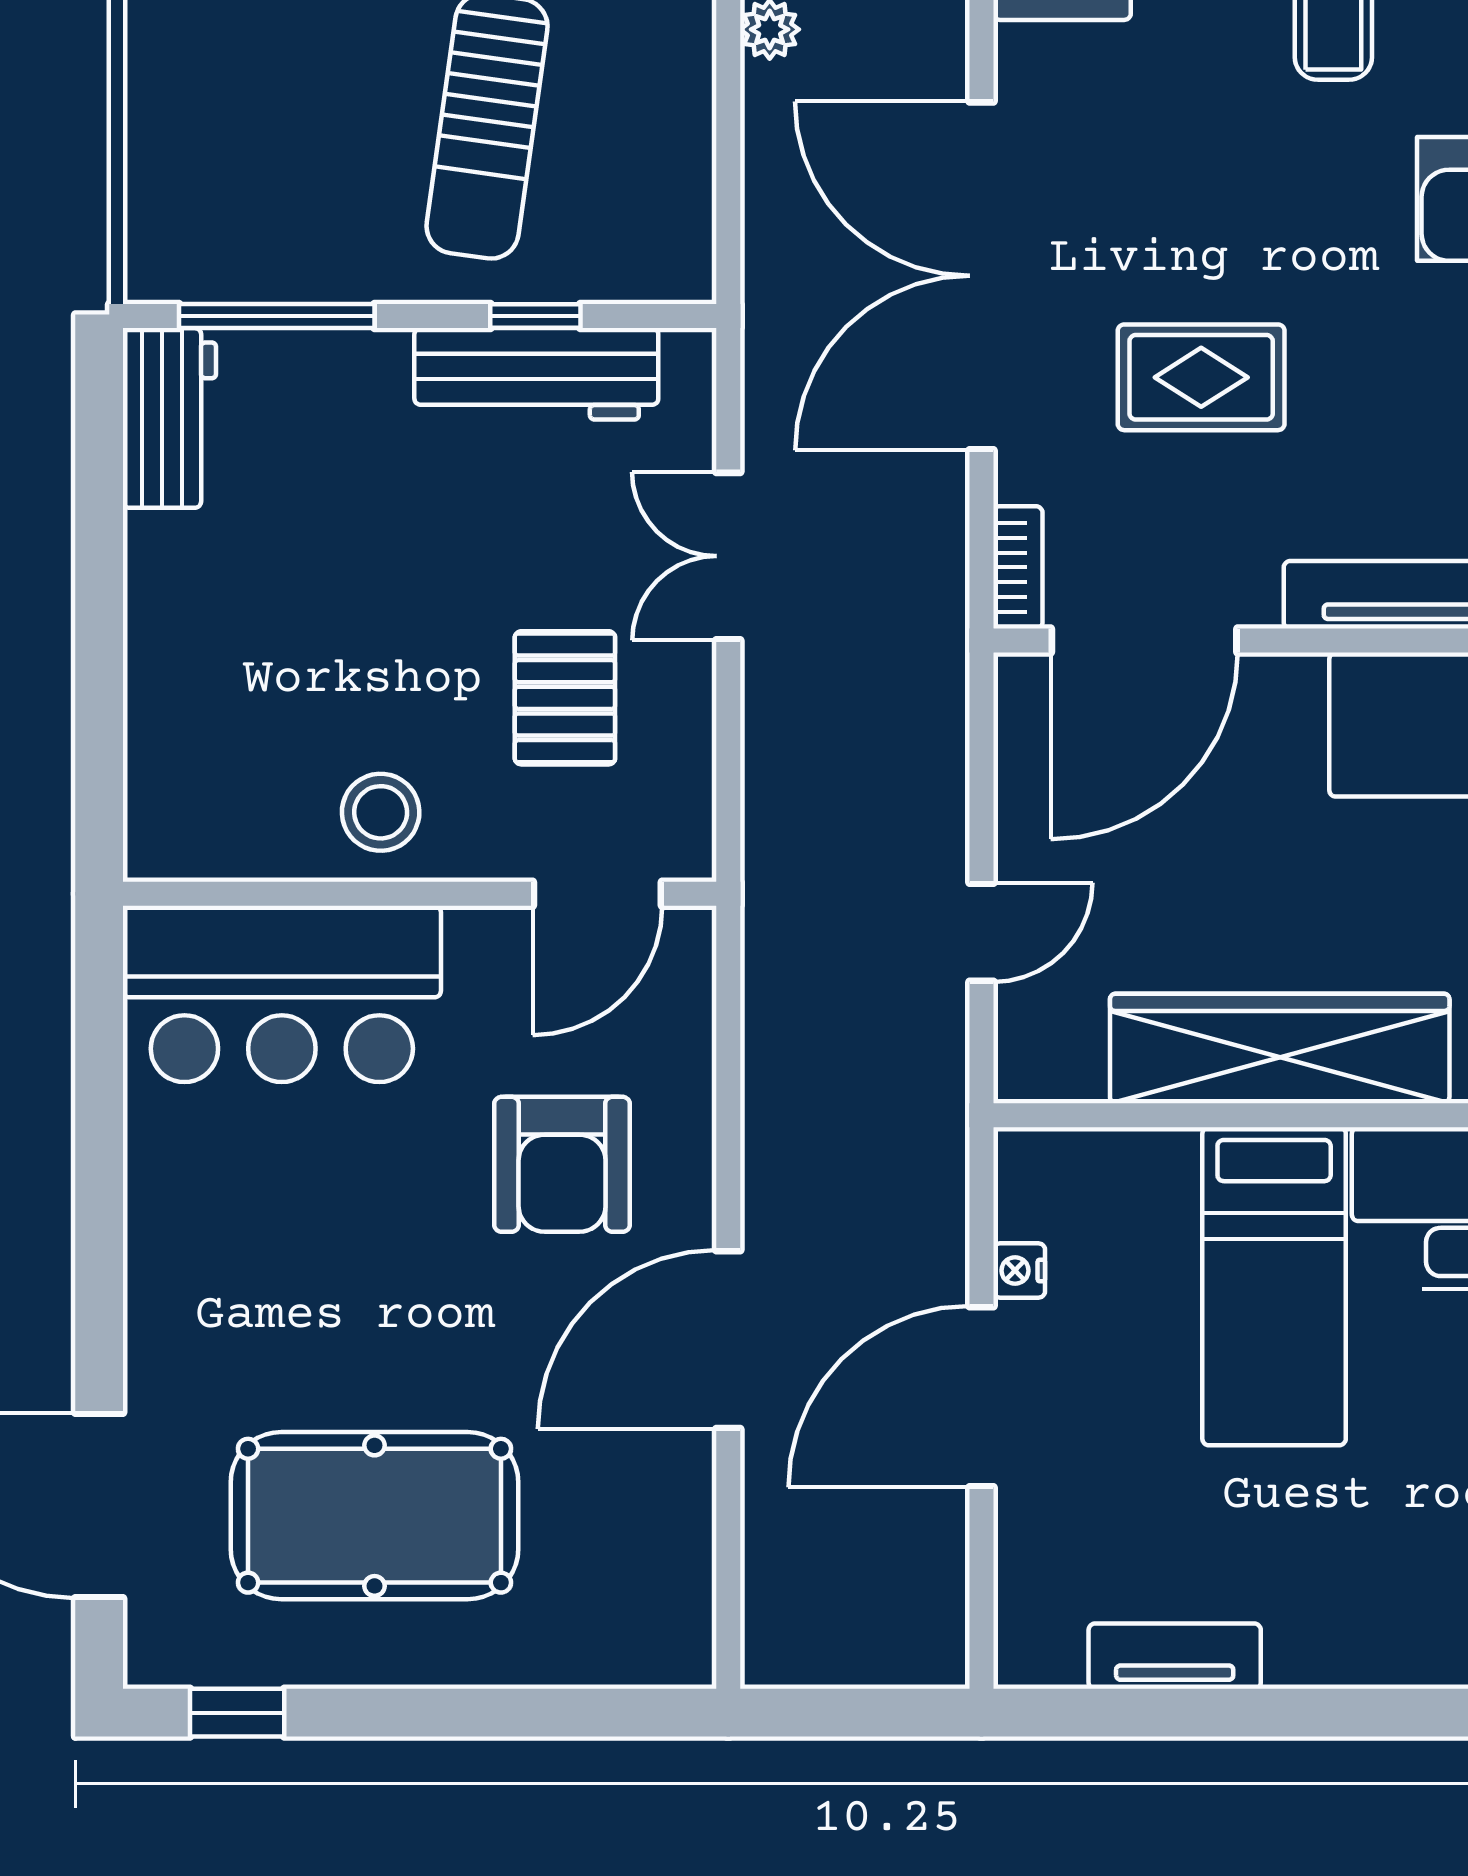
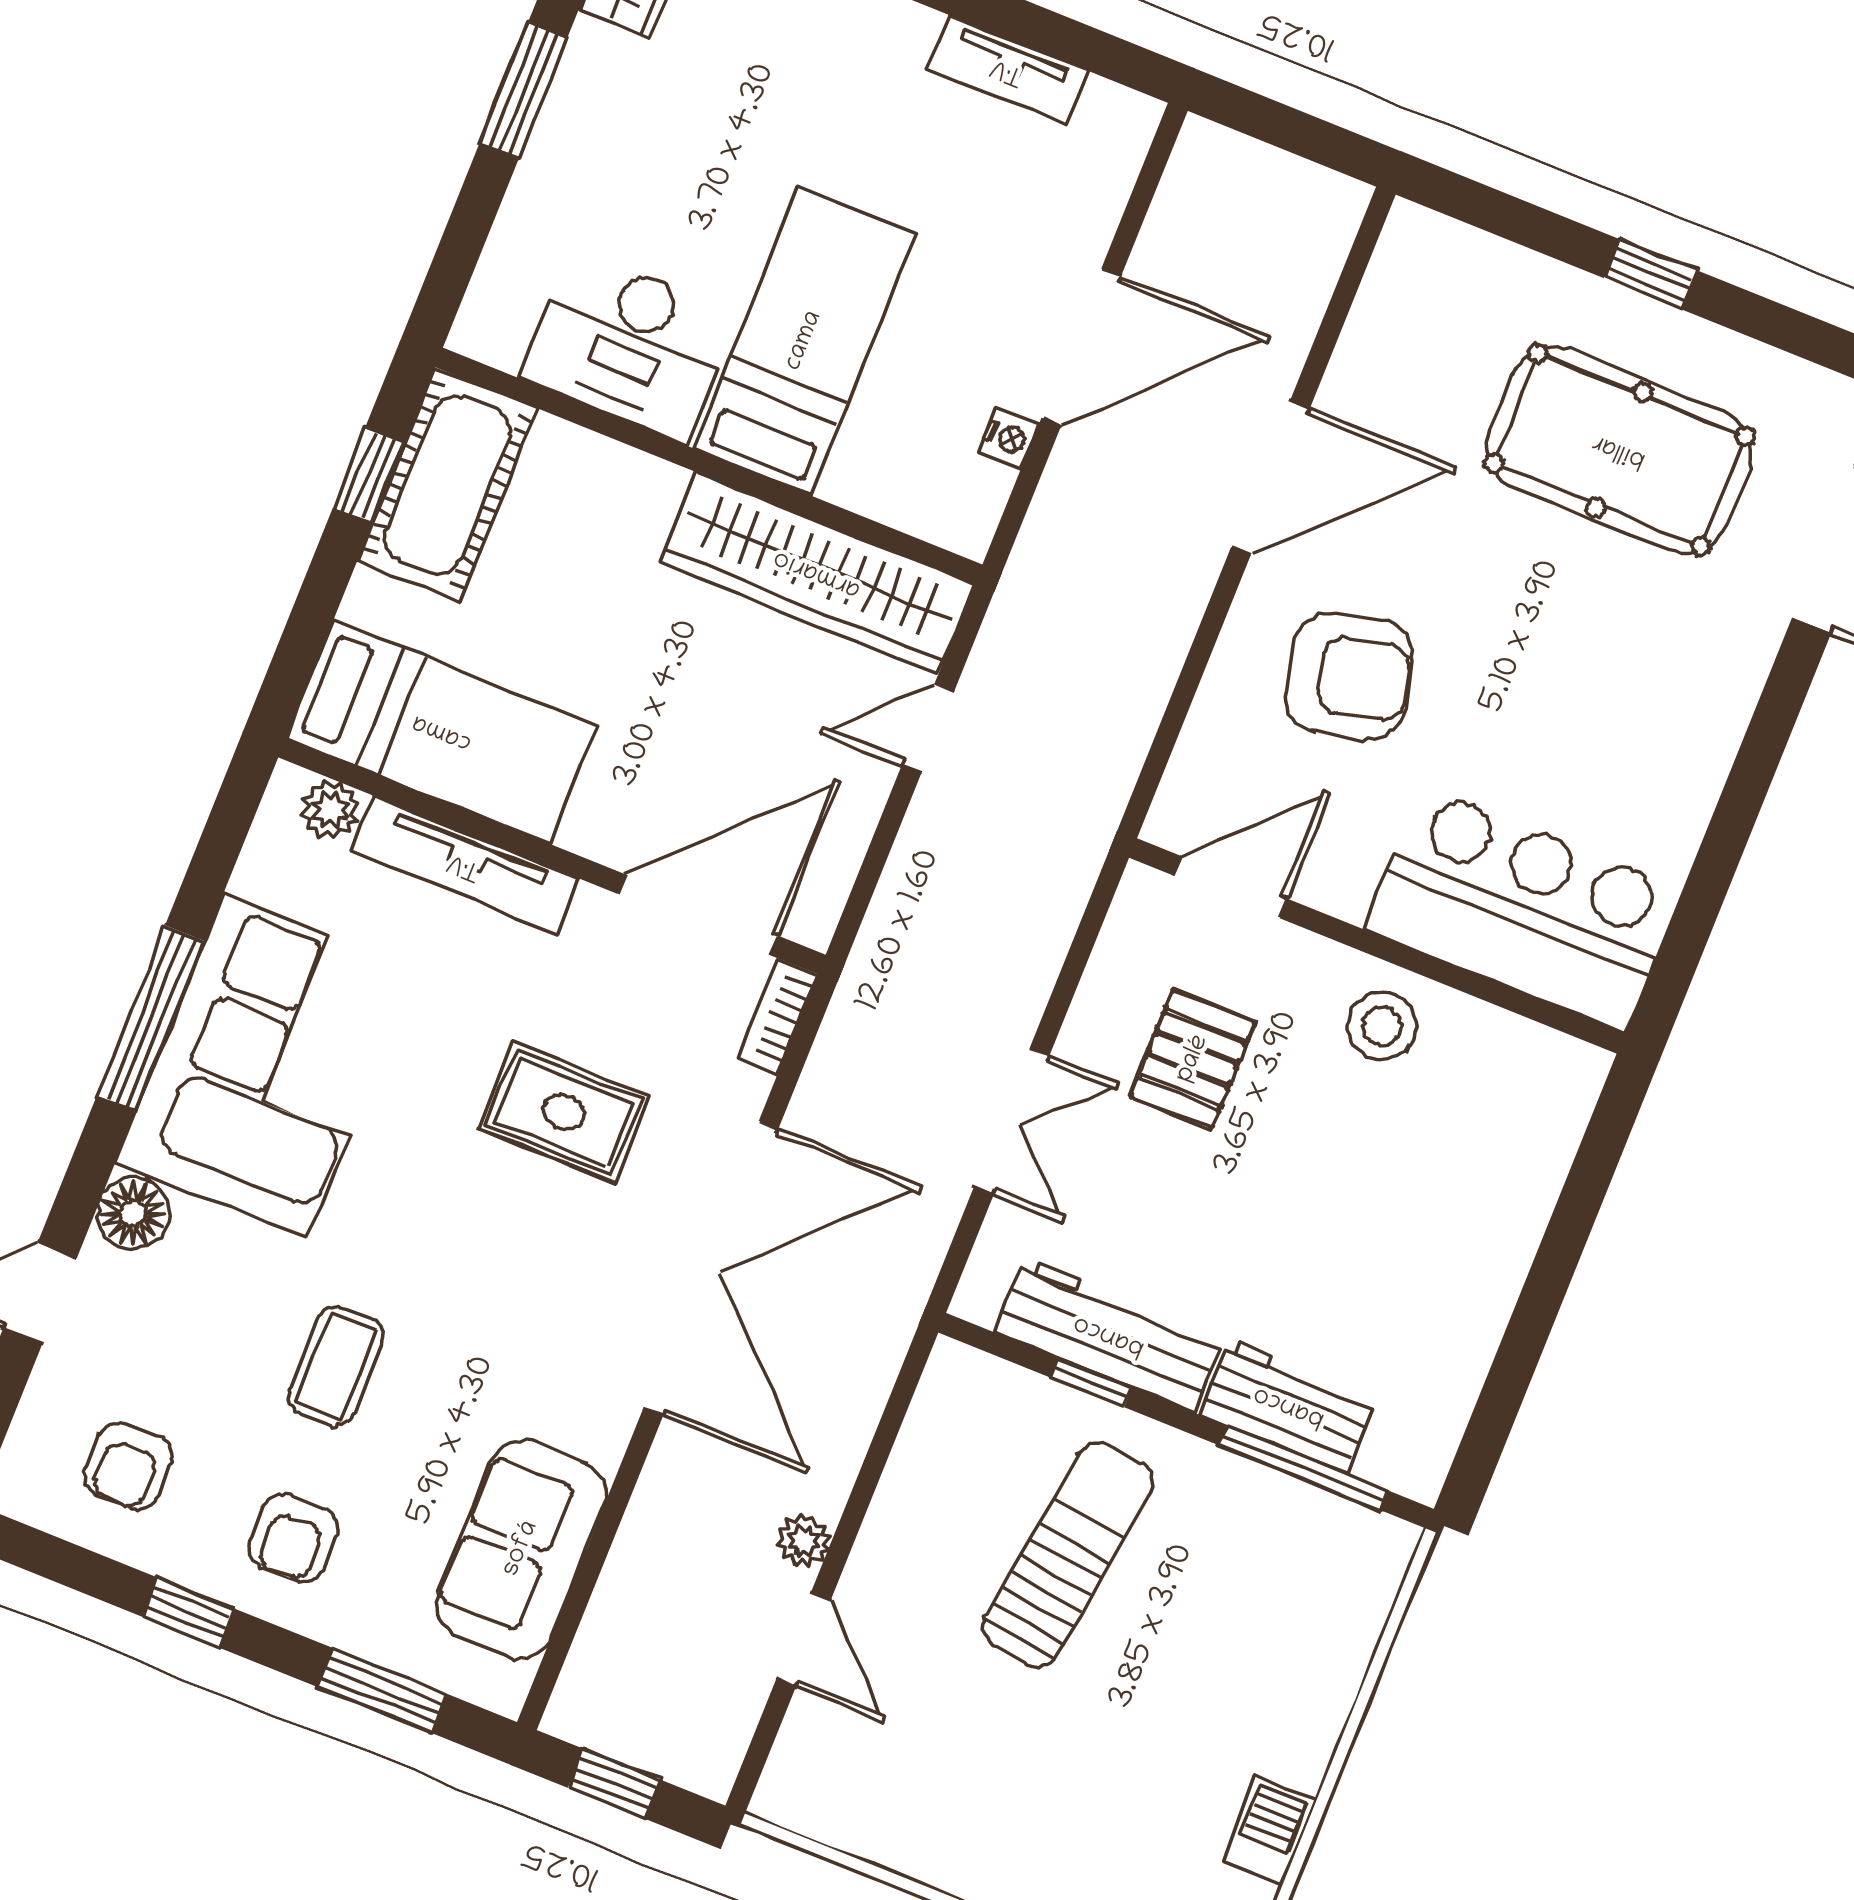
workbench: (169, 418) -> (1289, 1406), moved, turned 90
wardrobe: (1280, 1049) -> (817, 573), moved
armchair: (562, 1164) -> (1349, 677), turned 77
window: (237, 1713) -> (1651, 274), moved

